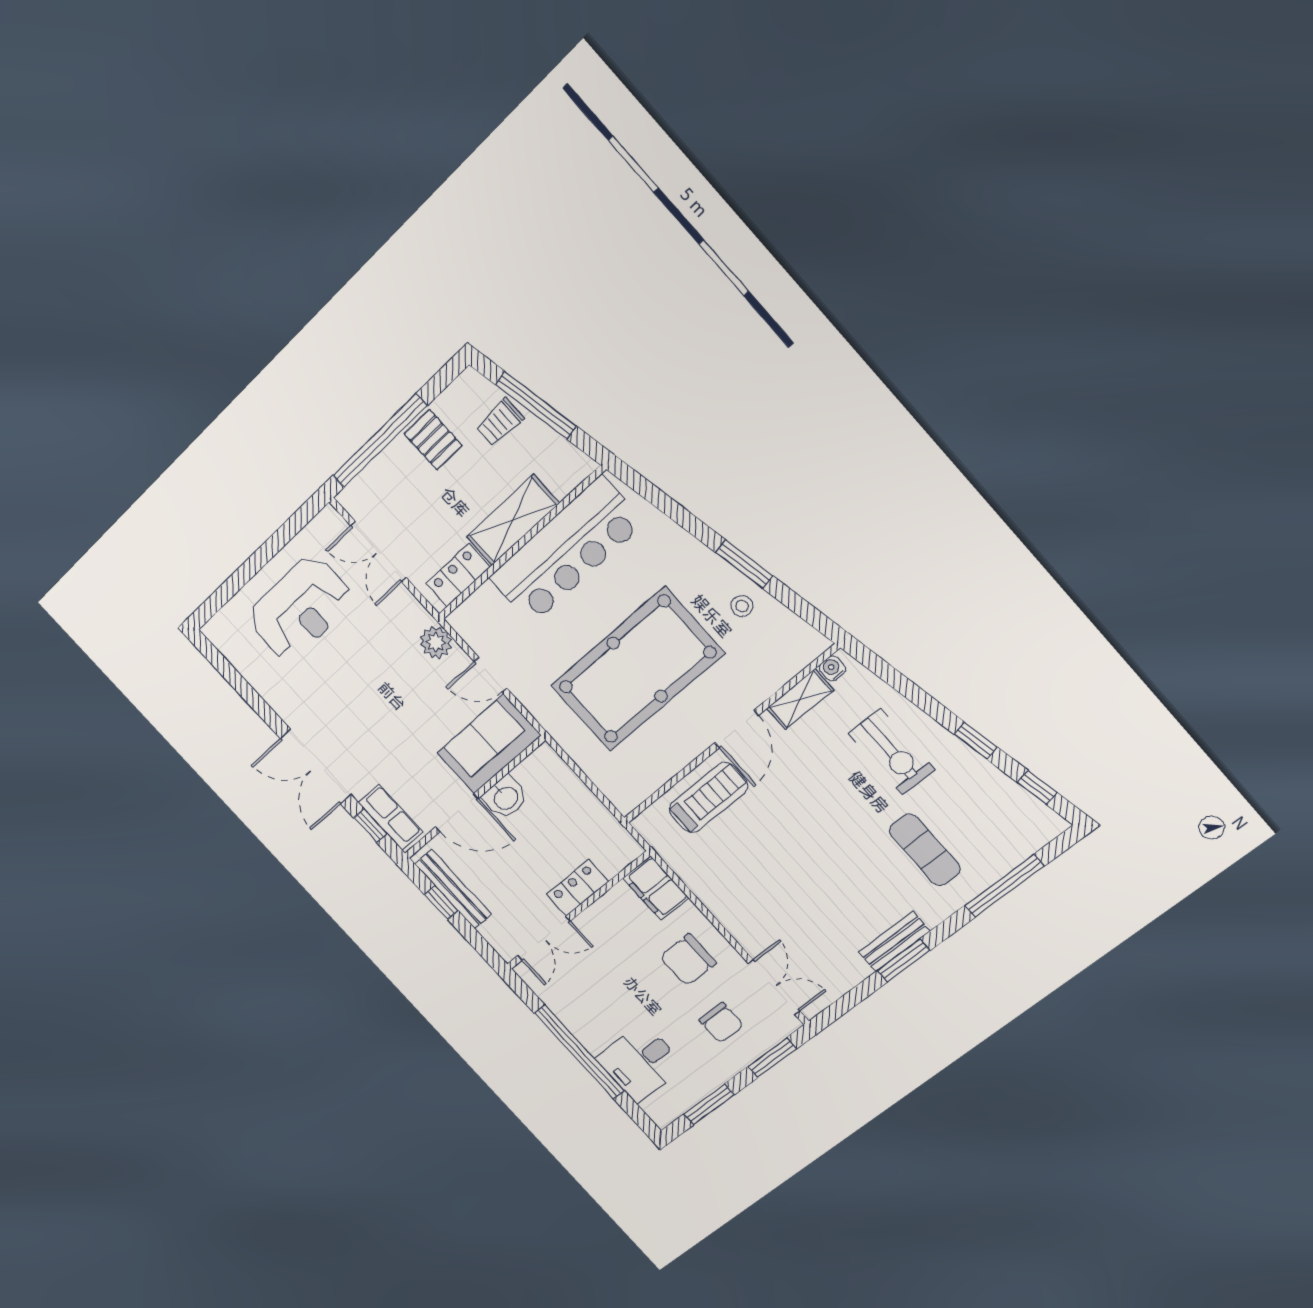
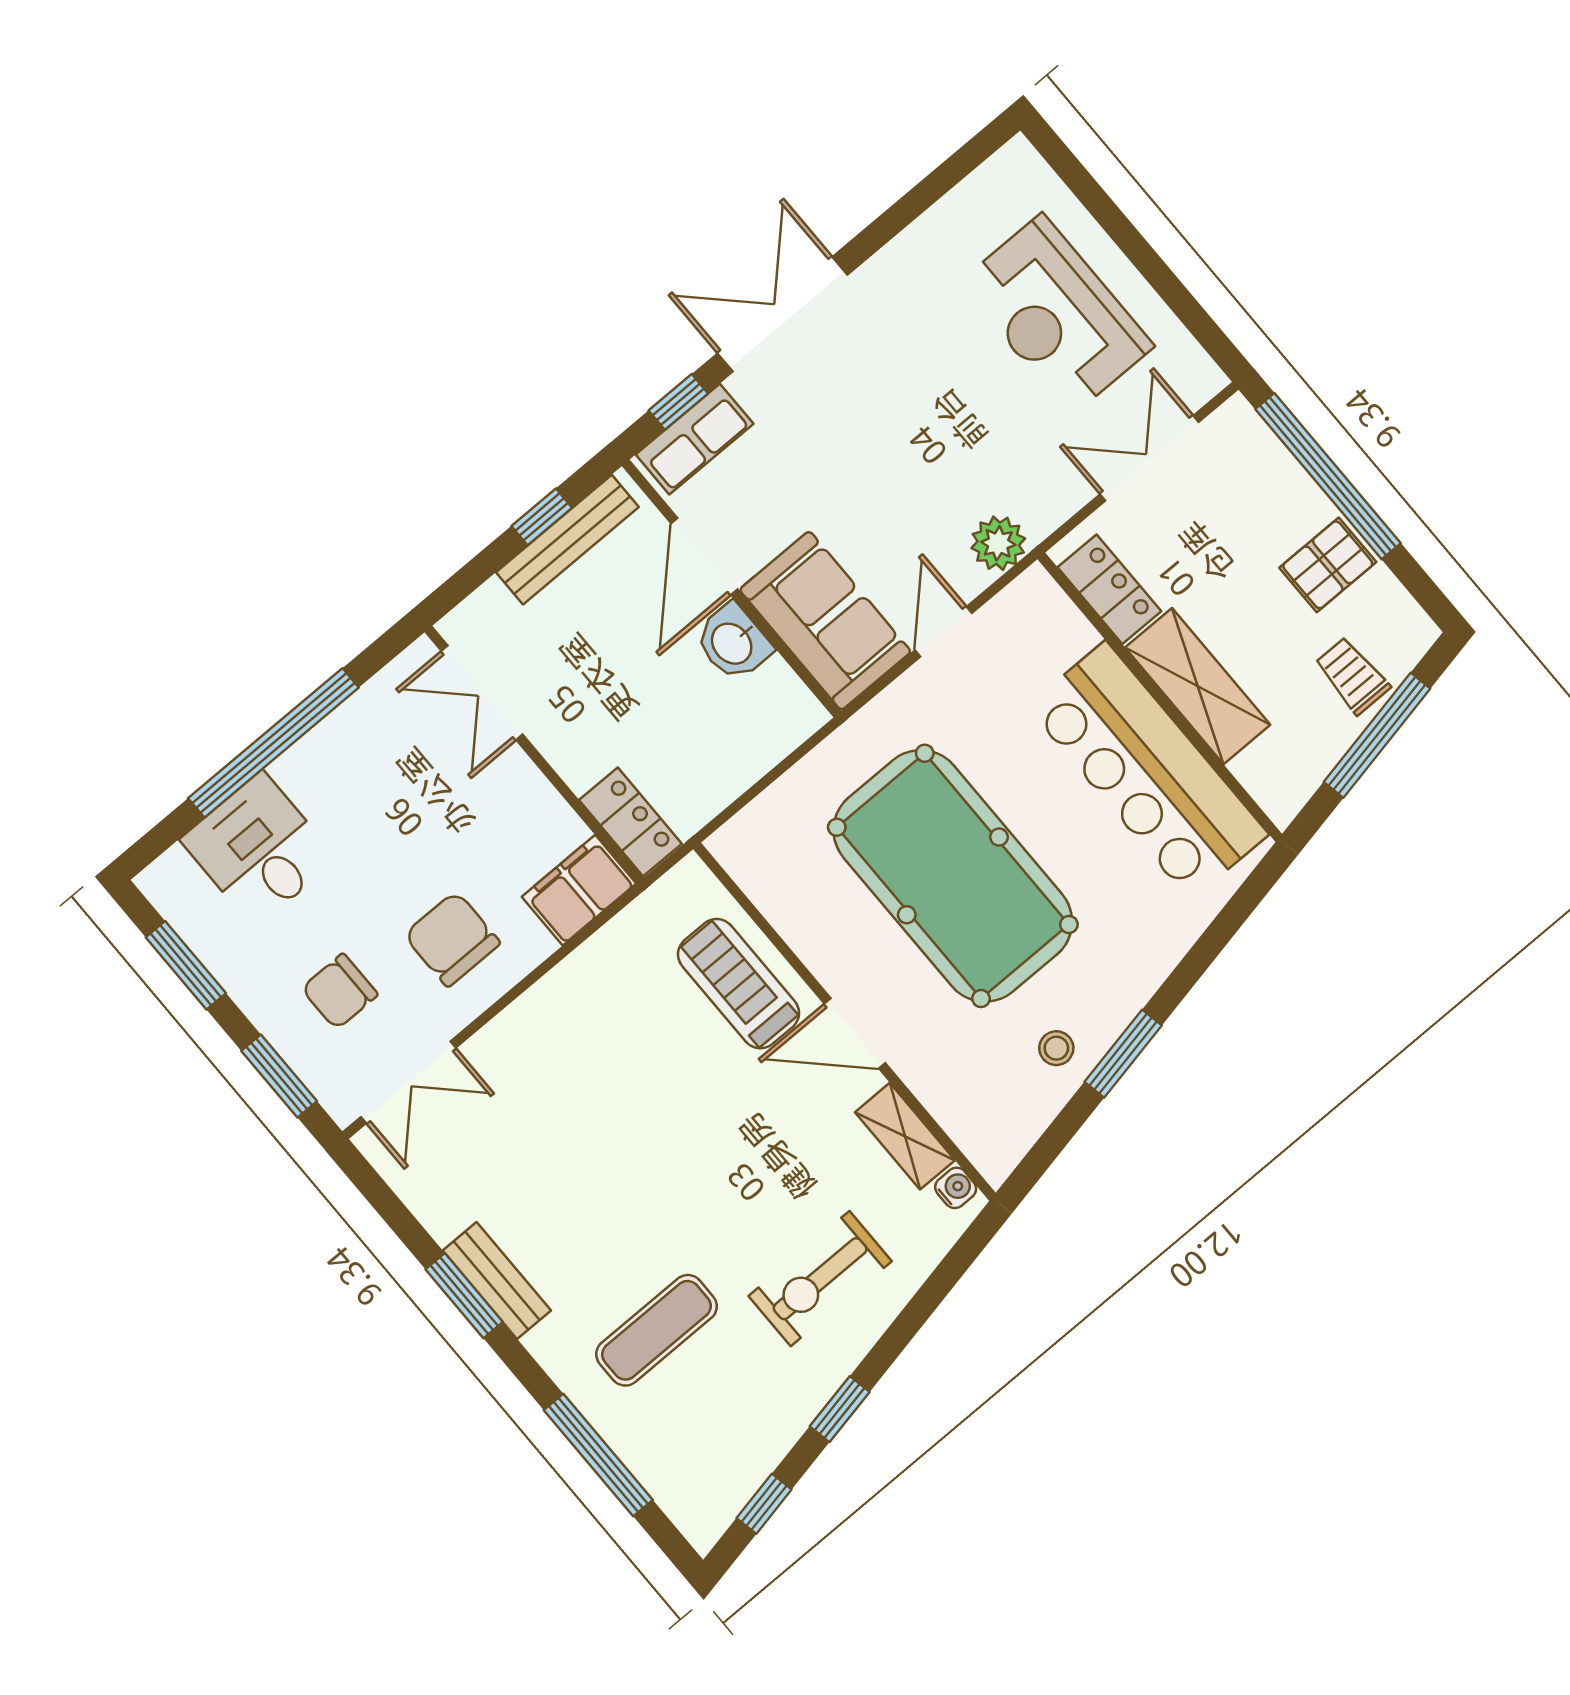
treadmill: (708, 798) -> (738, 984), turned 180
locker: (578, 888) -> (630, 822), moved

